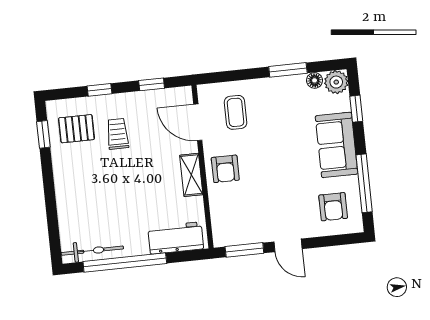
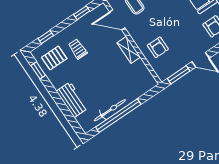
window: (99, 90) -> (46, 37), moved
armchair: (225, 169) -> (158, 47), moved
workbench: (176, 238) -> (72, 100), moved, turned 90
bicycle: (92, 251) -> (110, 110), moved

